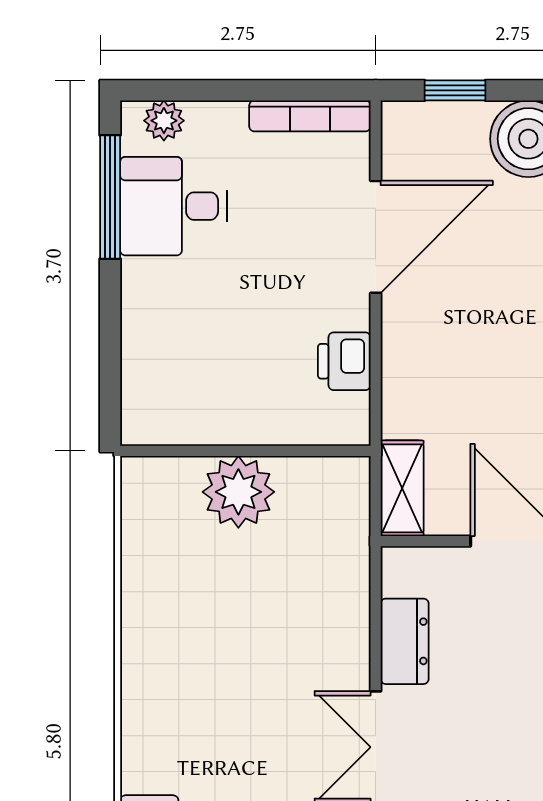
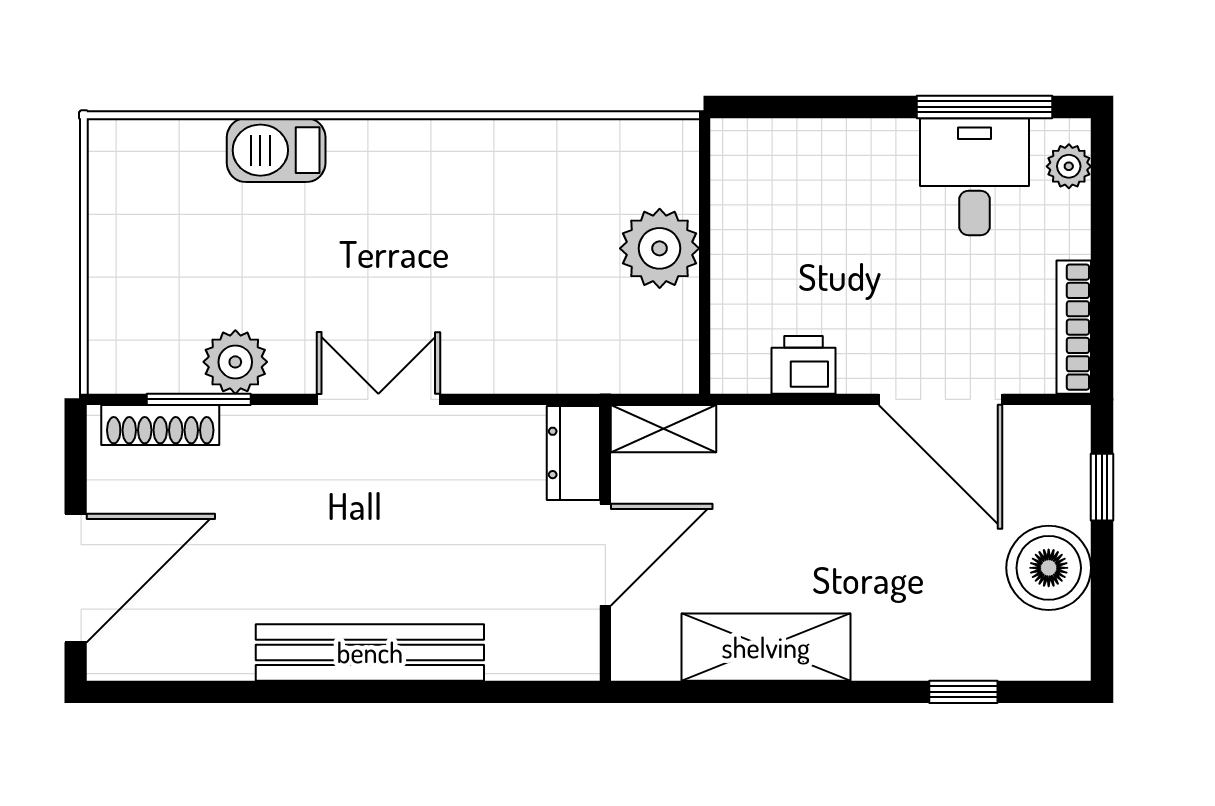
dresser: (405, 641) -> (573, 453), moved, turned 90

